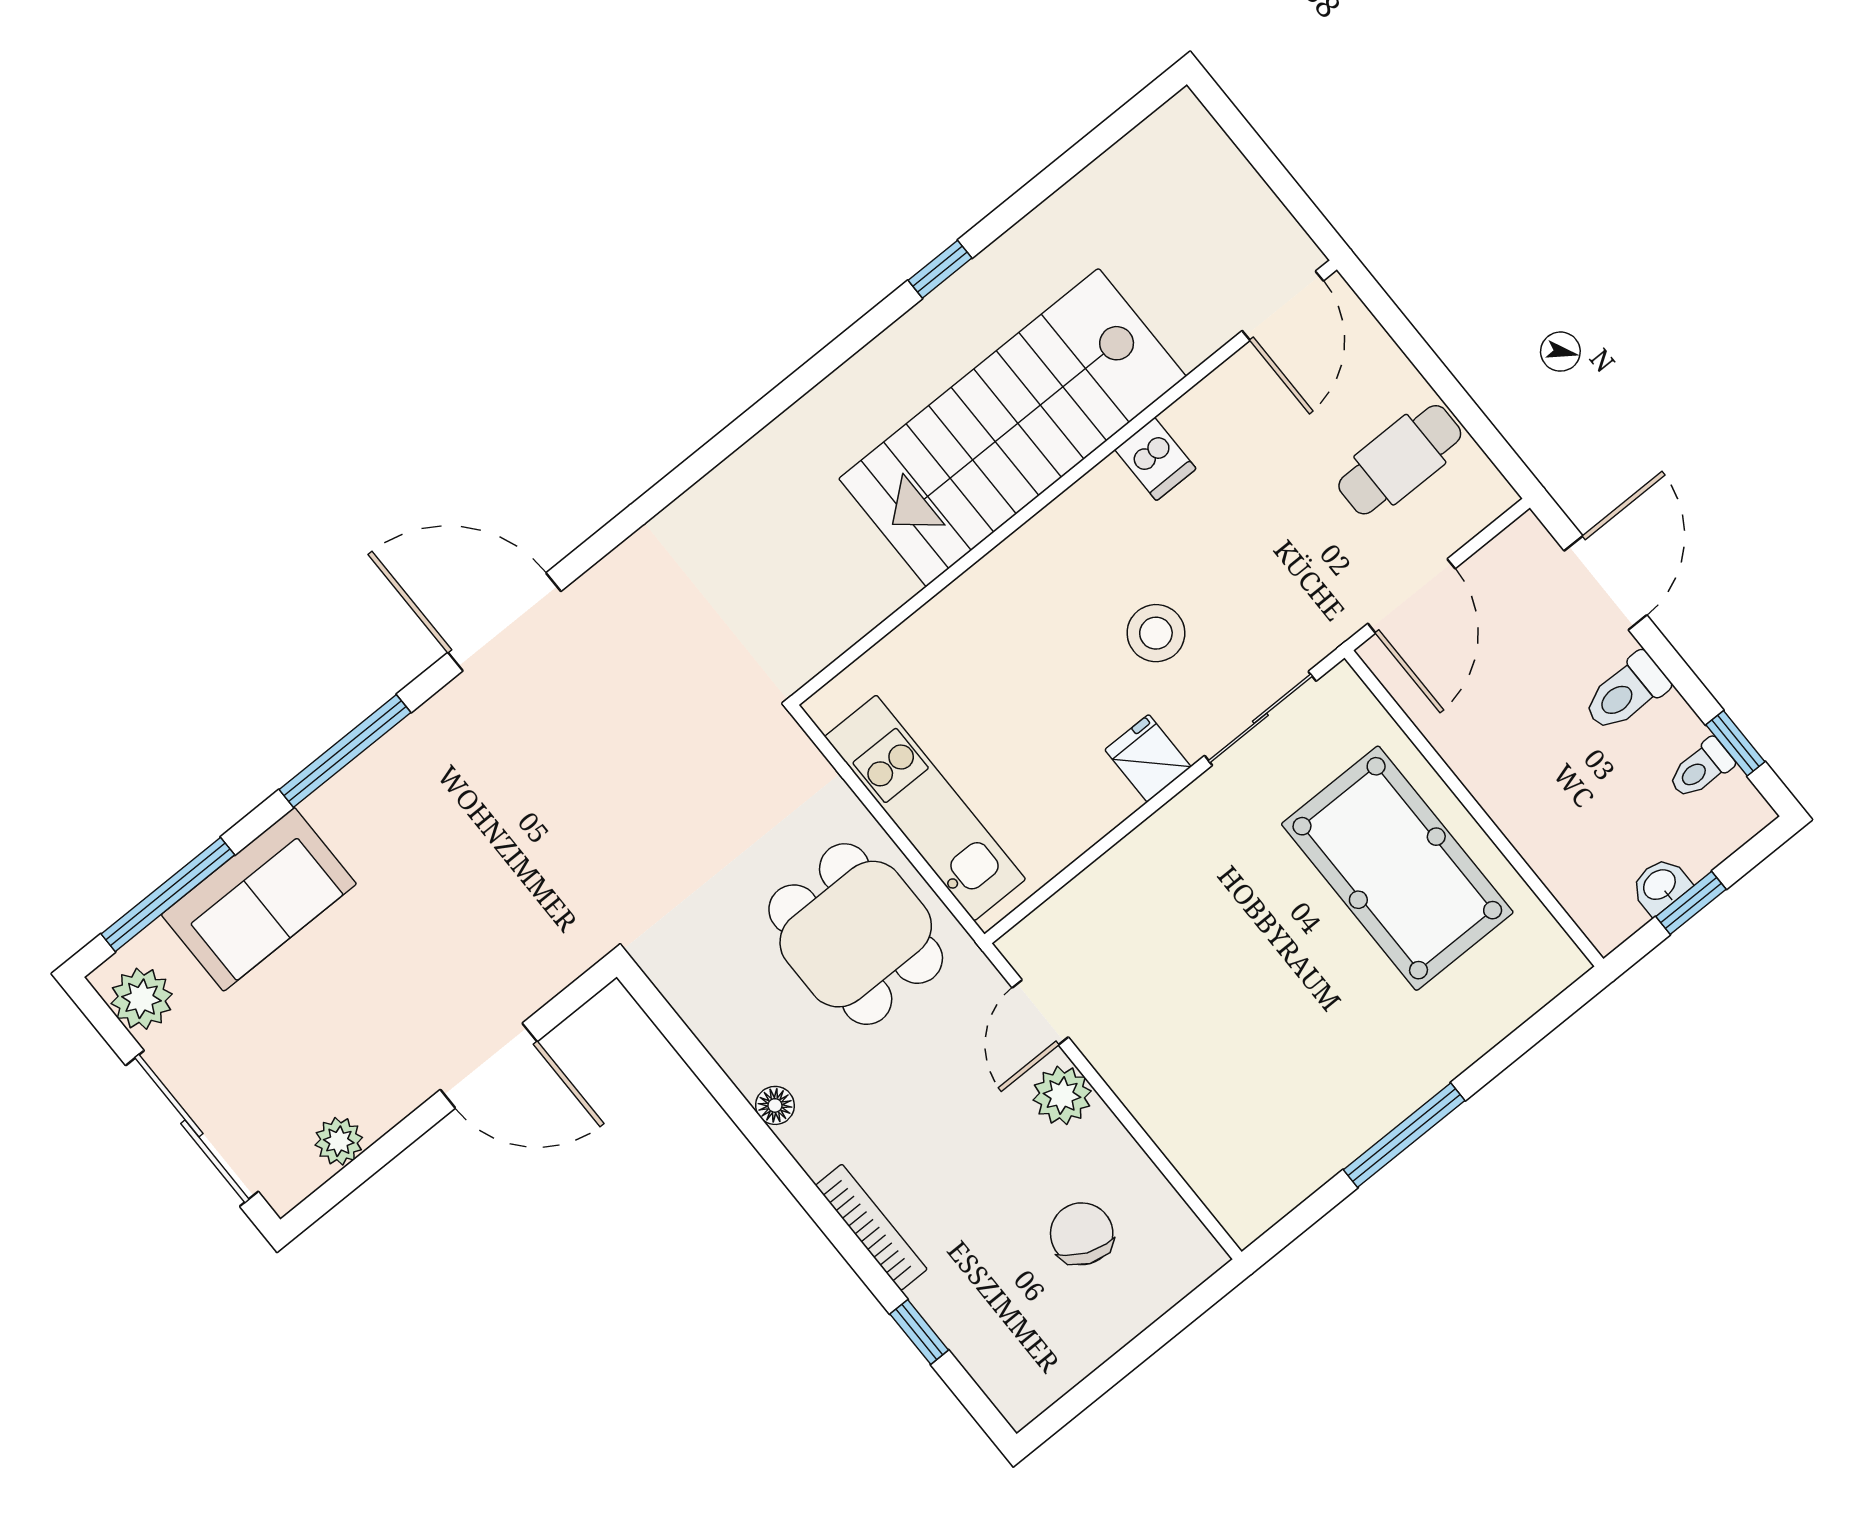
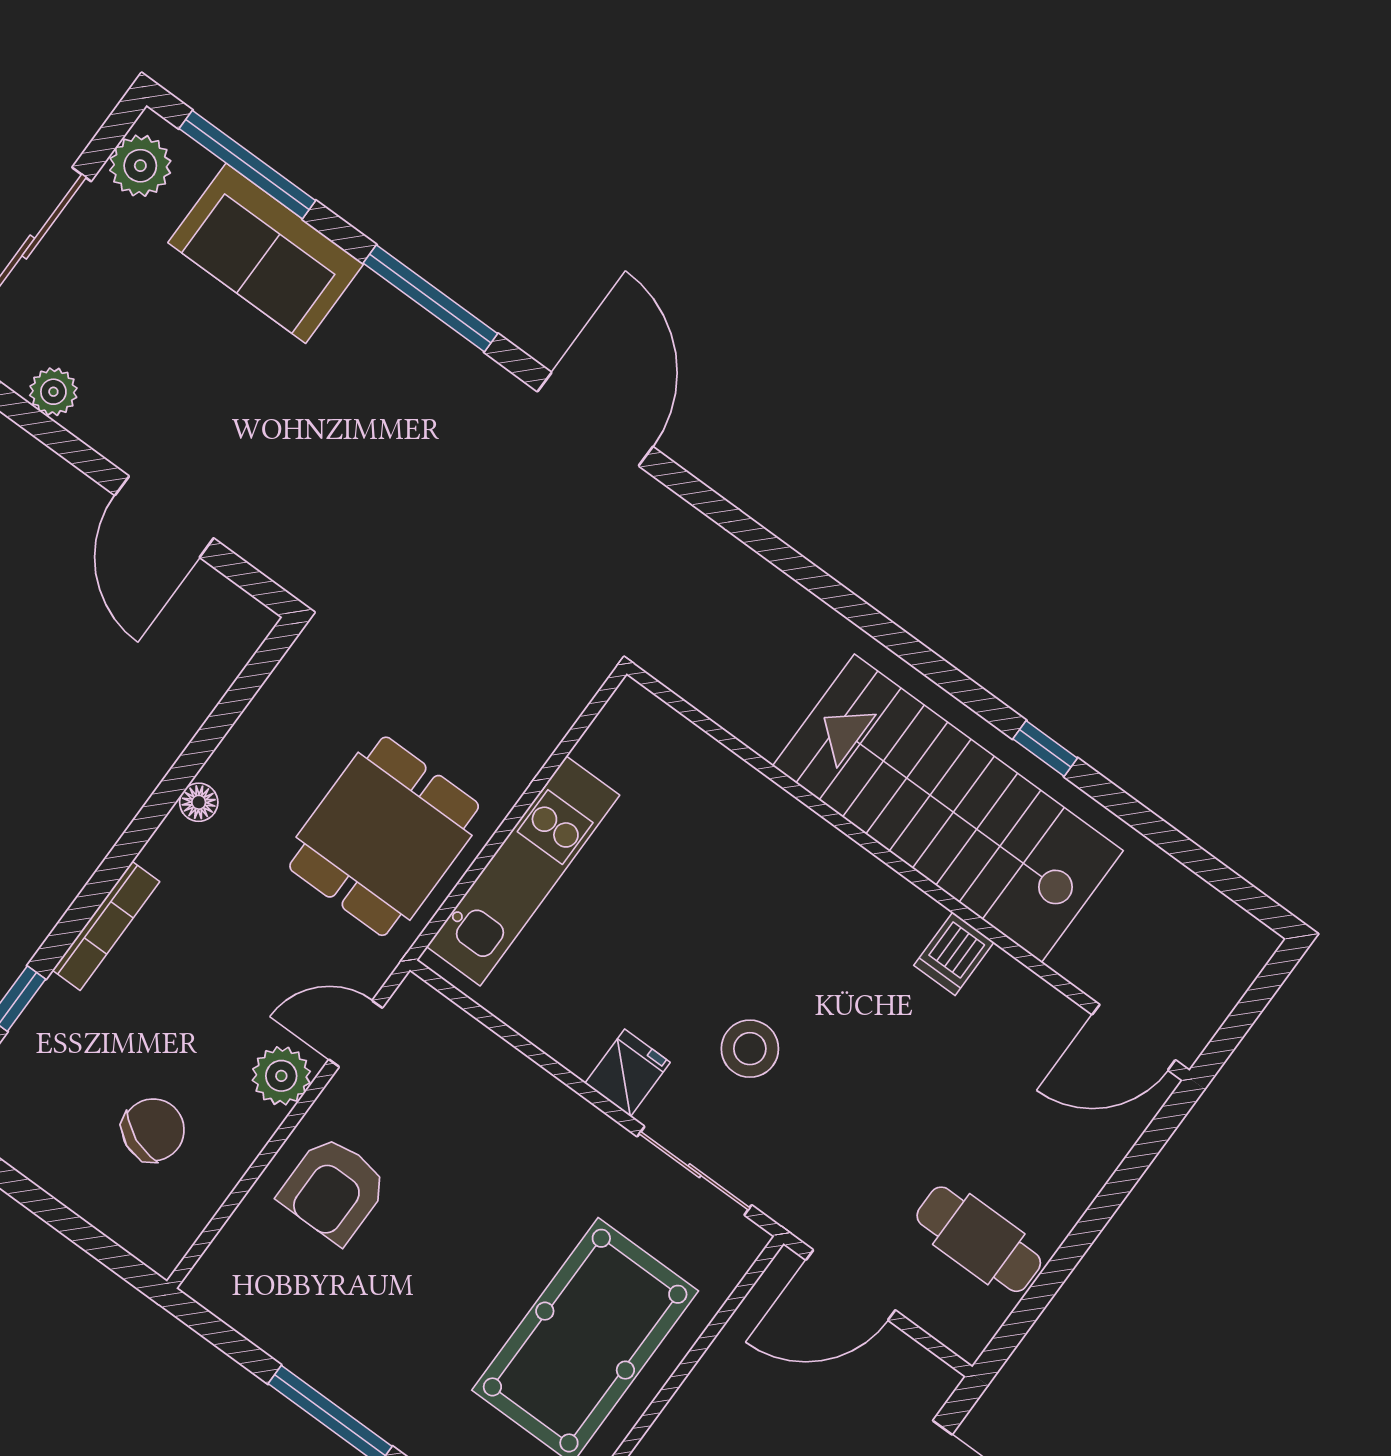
door: (1283, 306) -> (1134, 1037), moved
stairs: (1012, 428) -> (948, 808), moved
dishwasher: (1155, 459) -> (954, 954), moved
wall: (1064, 483) -> (908, 872), moved
armchair: (1186, 1074) -> (333, 1190), added

